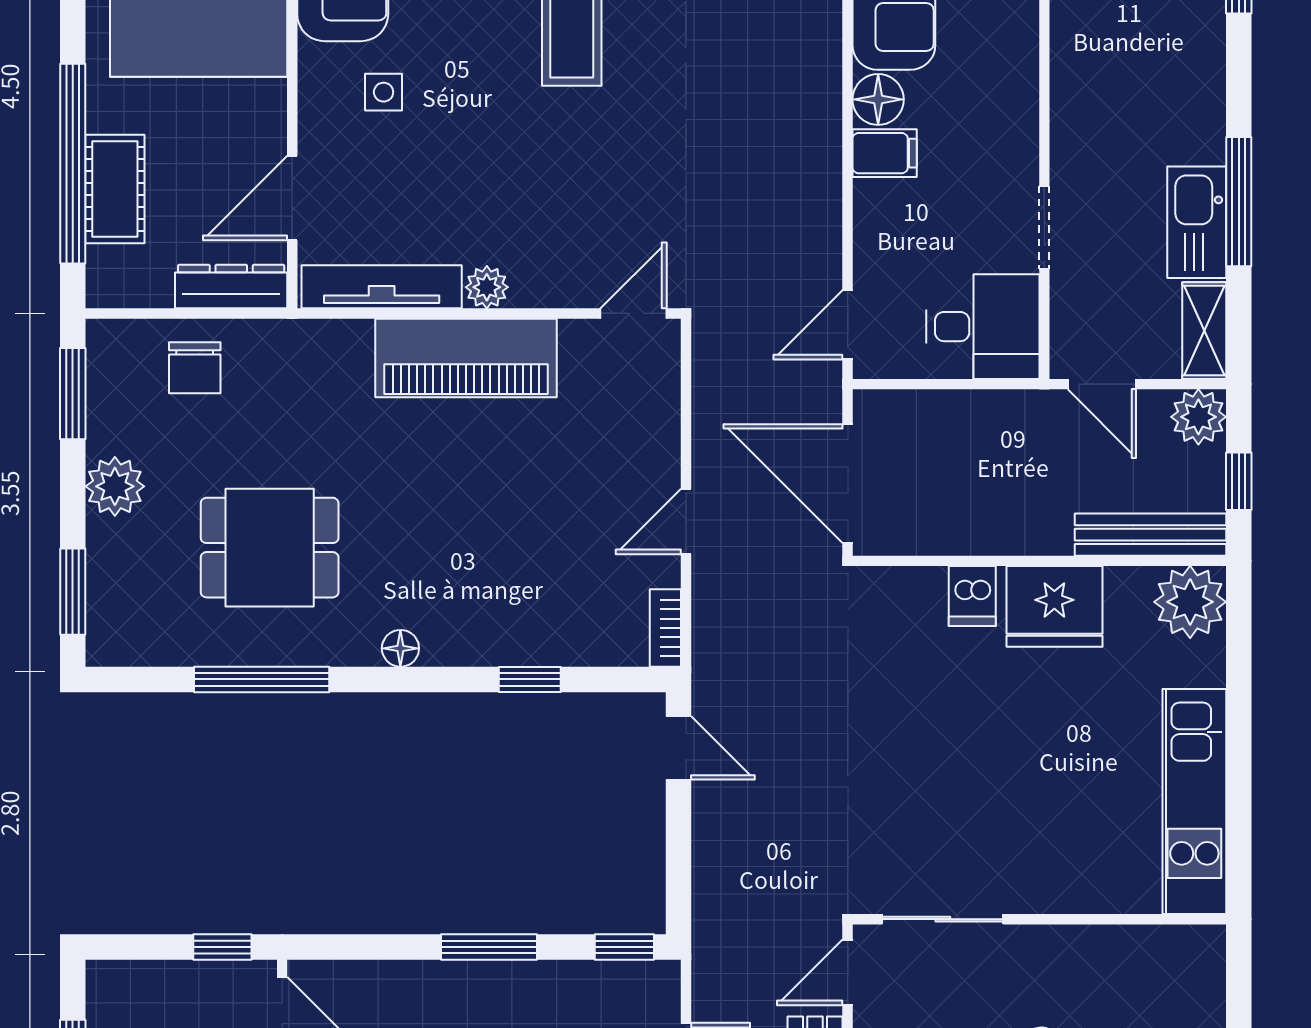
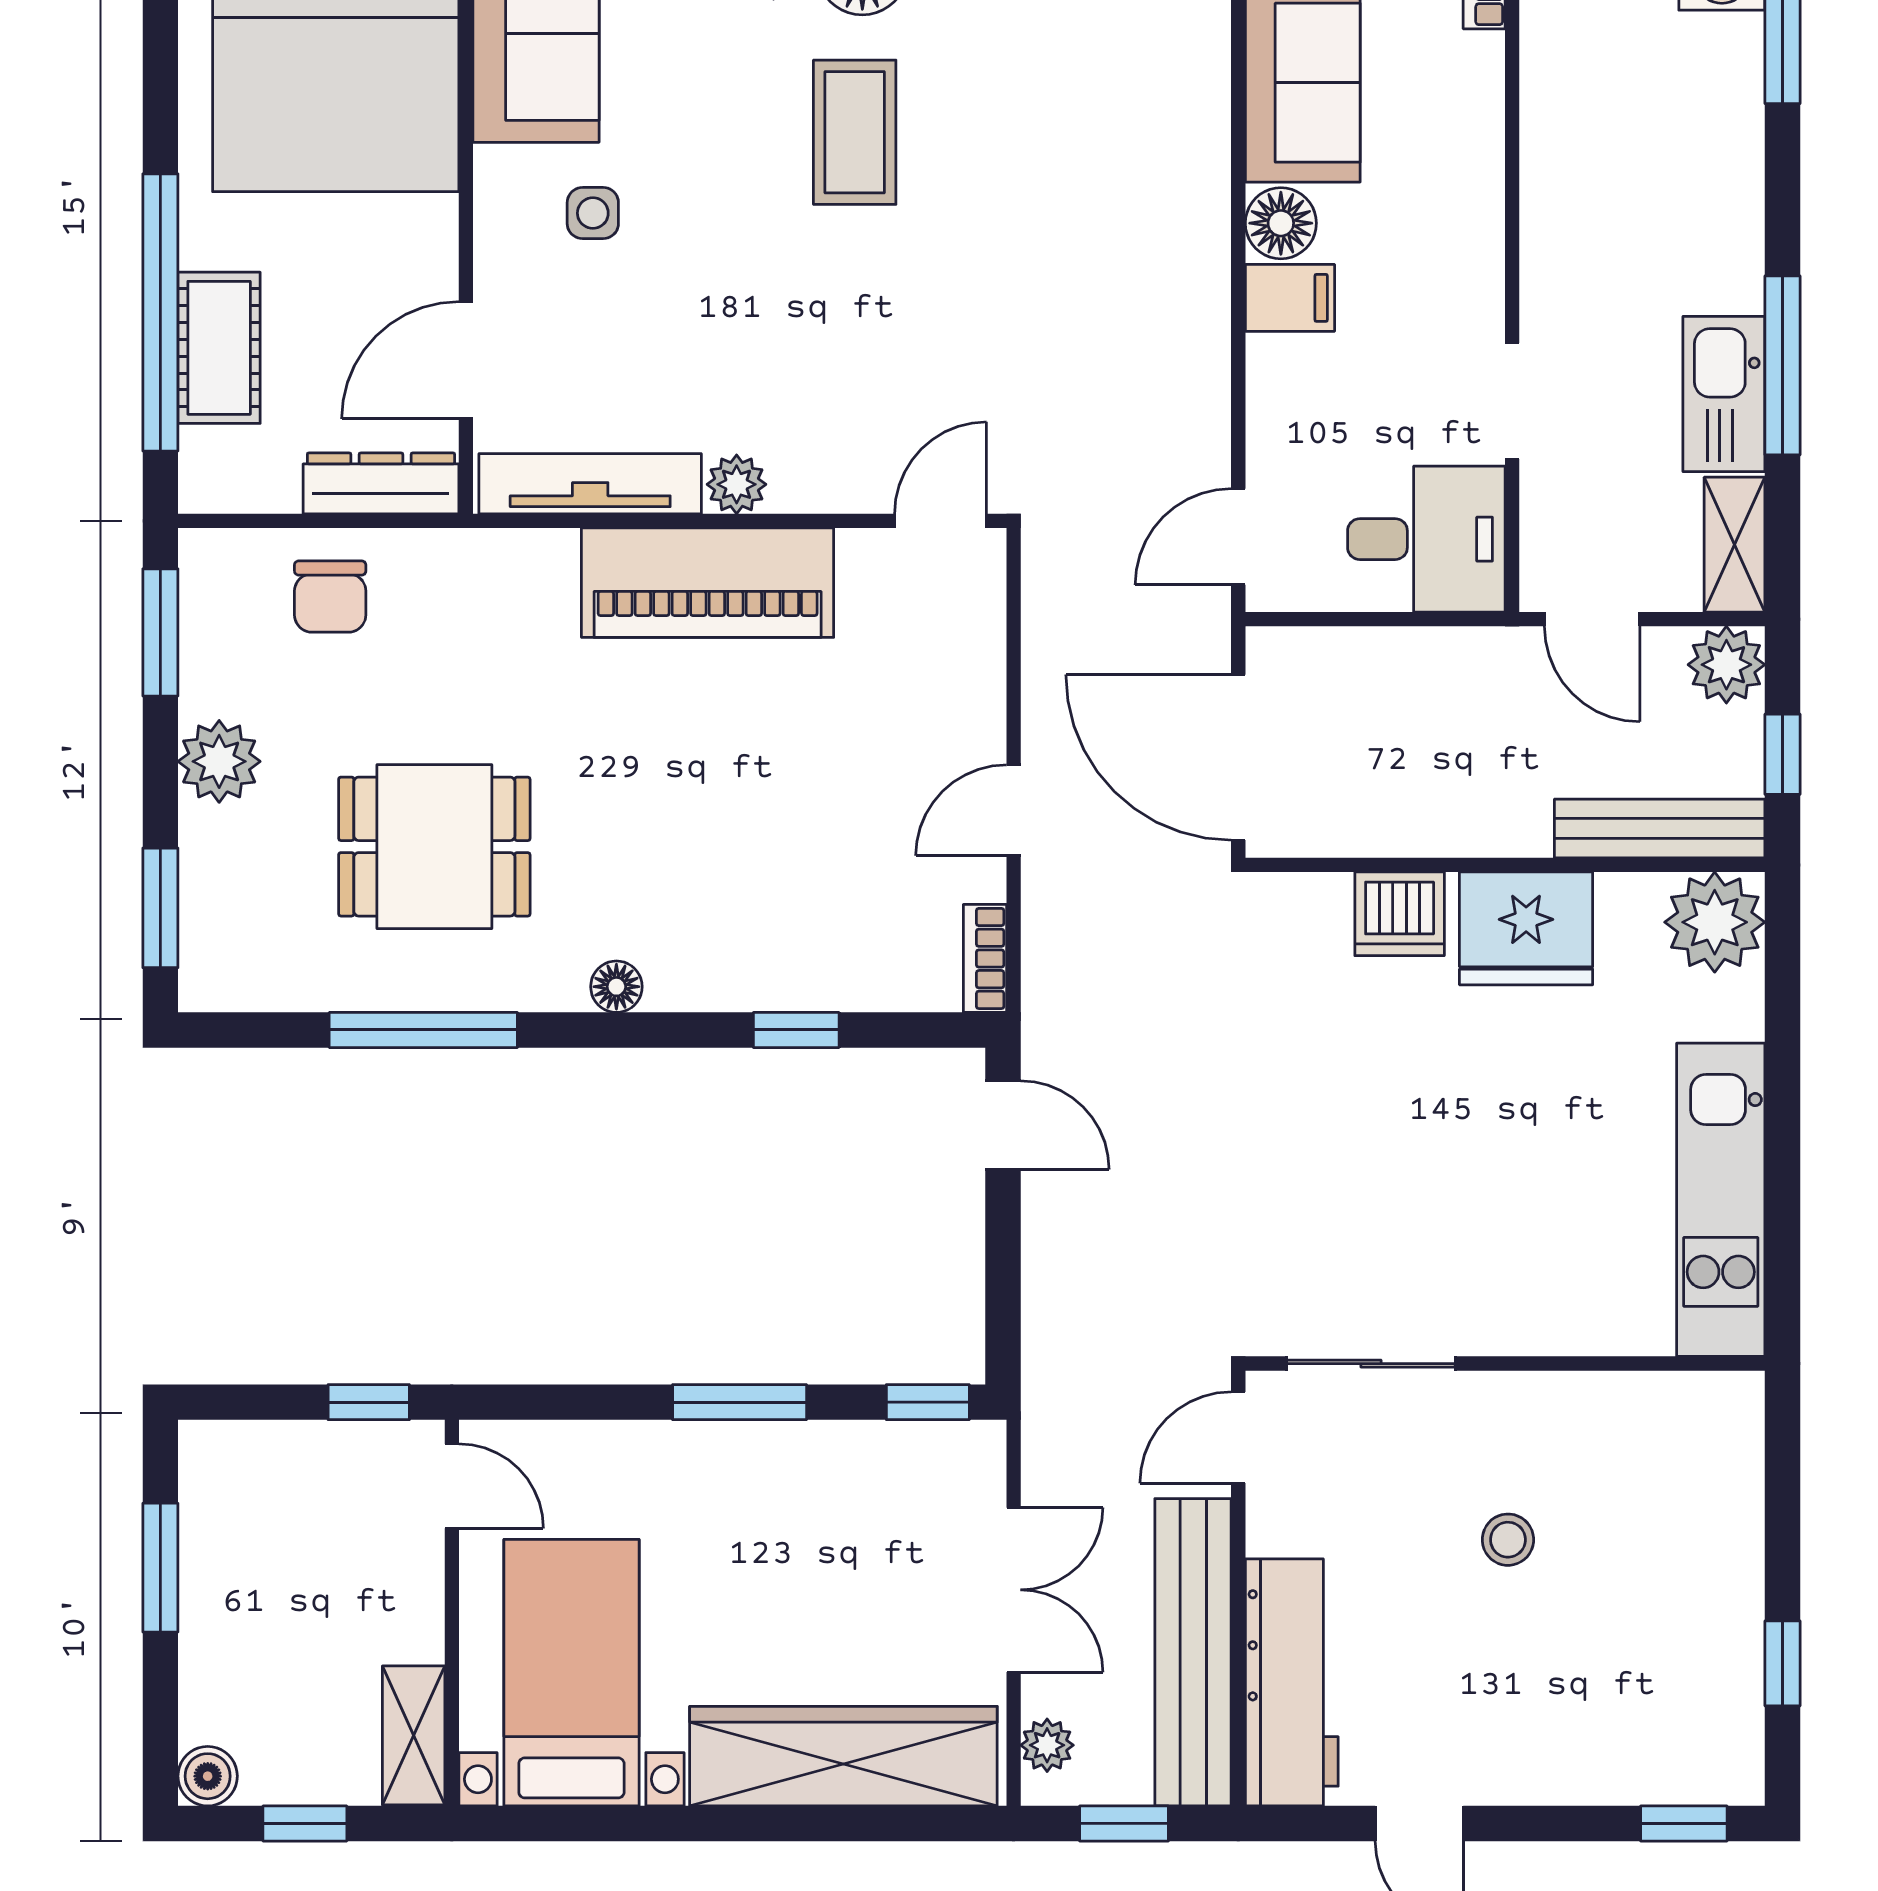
dishwasher: (972, 596) -> (1400, 914), width x1.38

